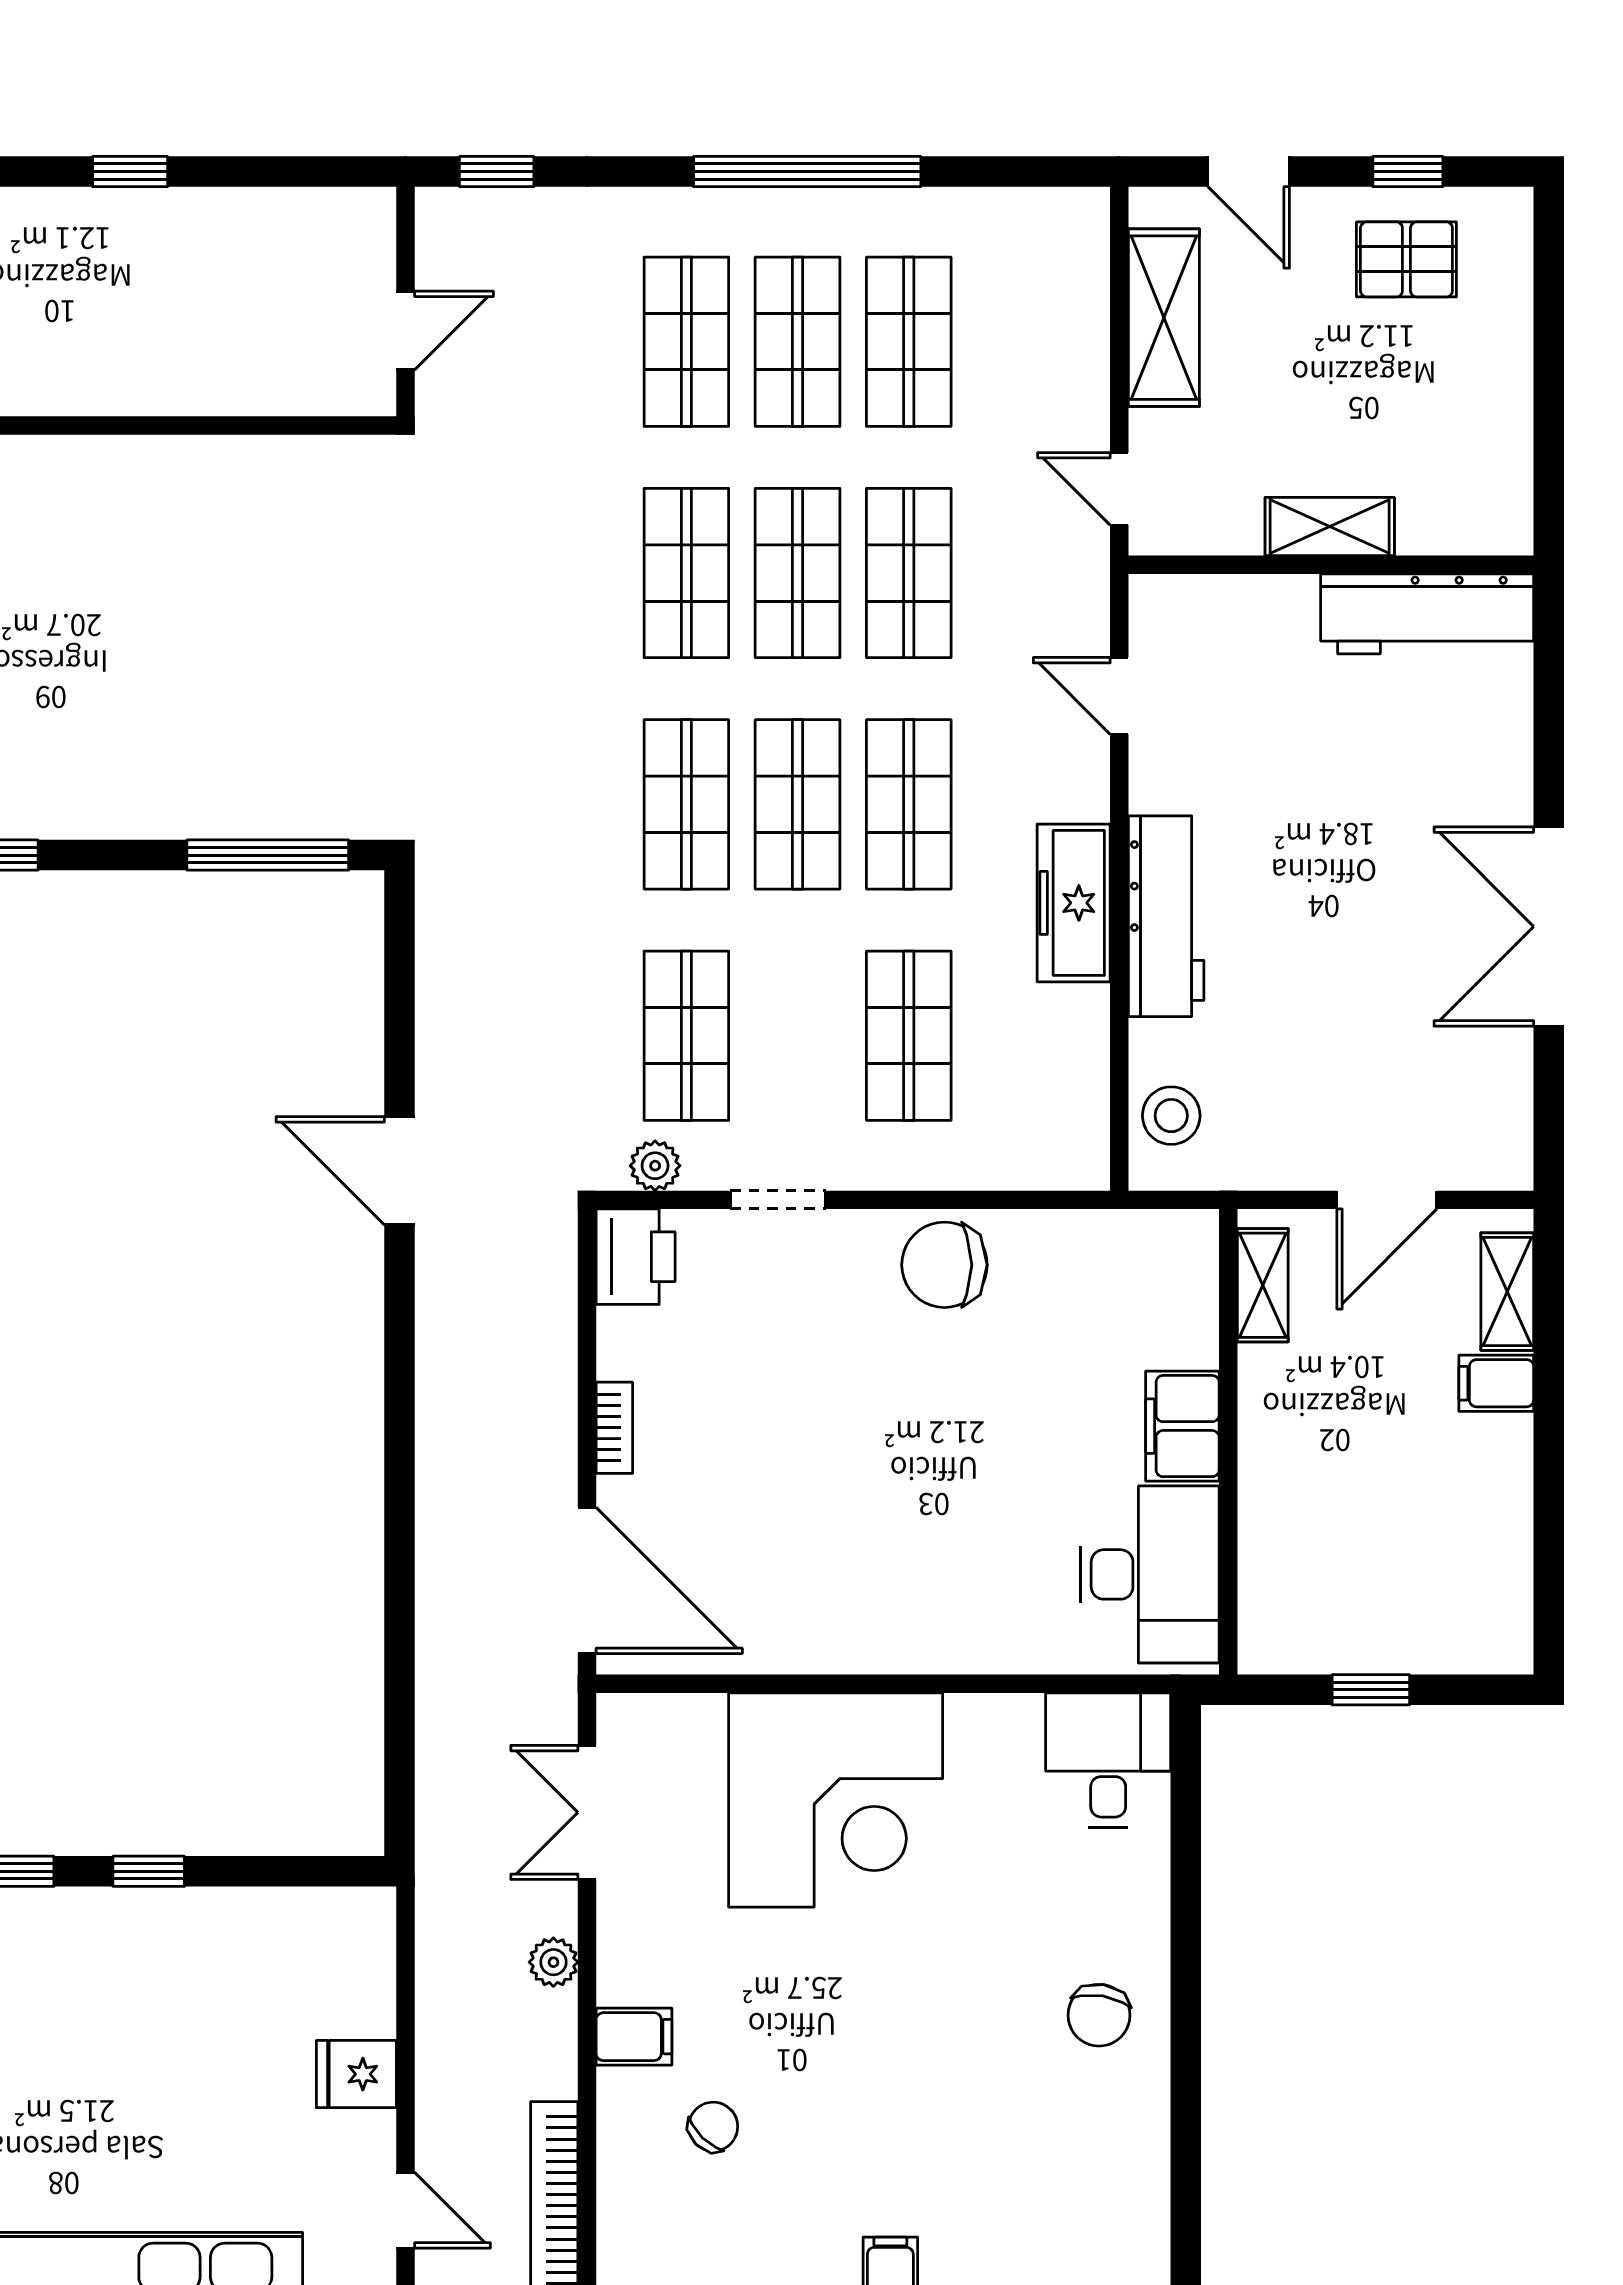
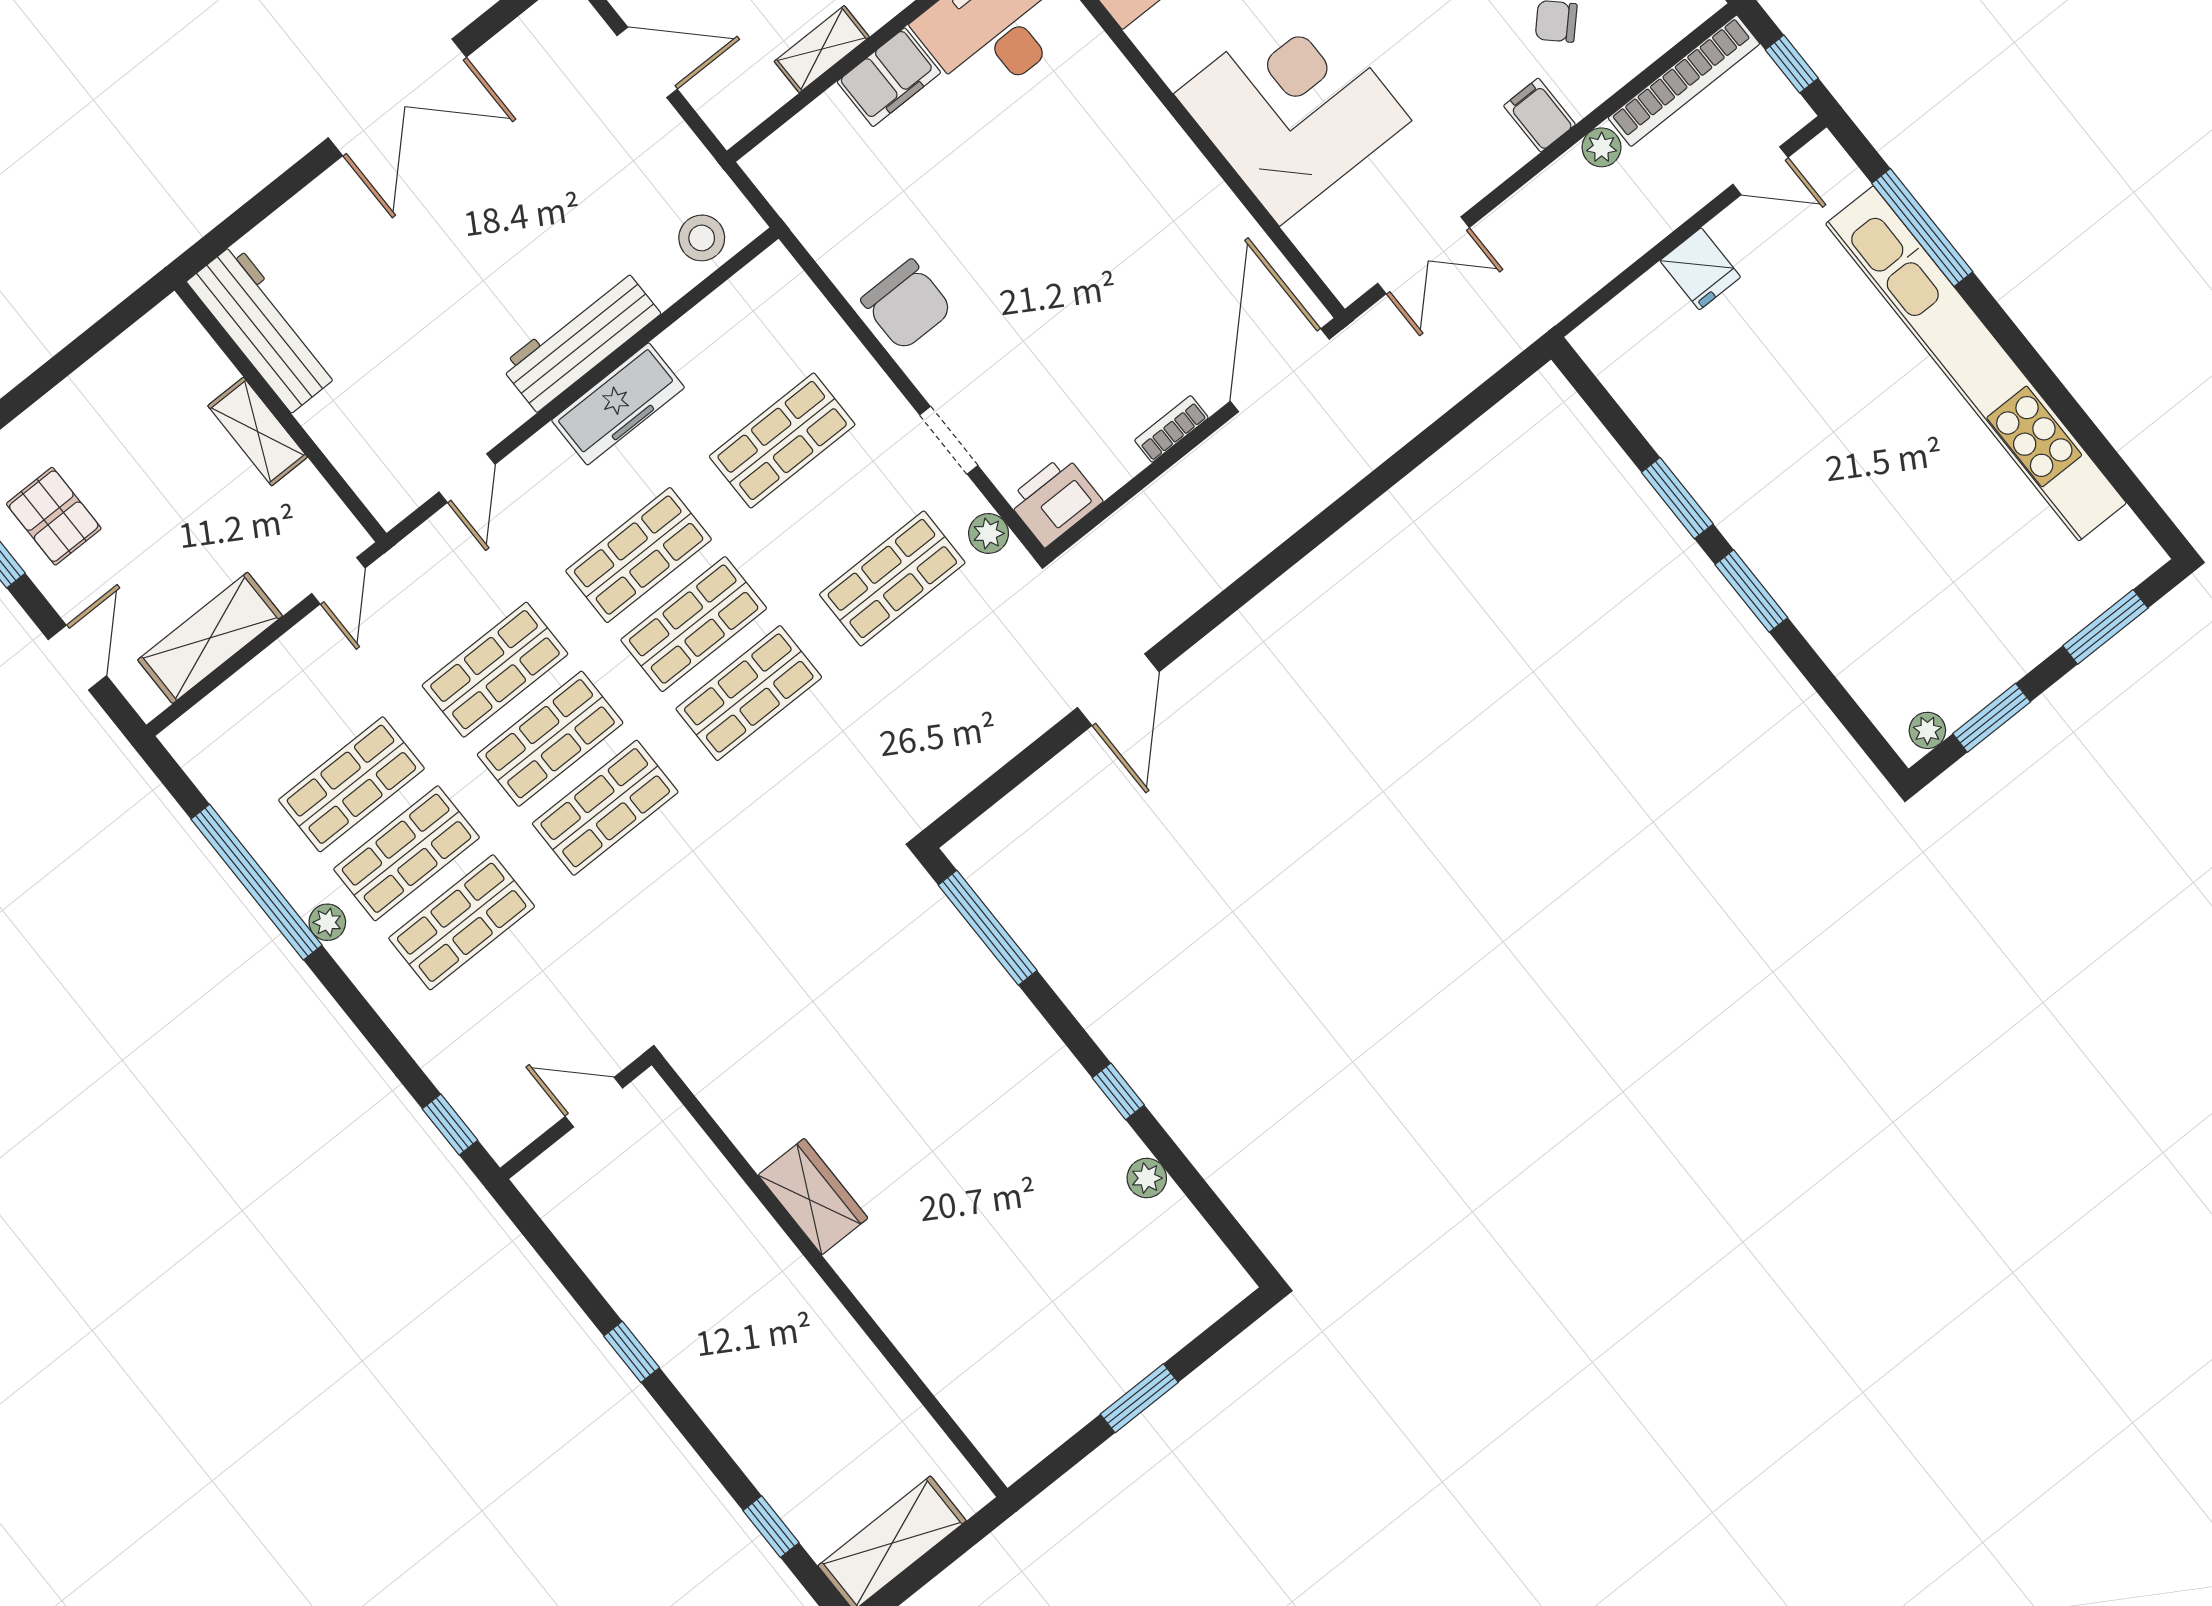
window: (807, 172) -> (257, 882), moved
plant: (792, 210) -> (327, 922), added
wardrobe: (140, 472) -> (813, 1197), added
shelving: (1263, 1285) -> (822, 49), moved
window: (149, 1871) -> (1677, 498), width x1.50
plant: (553, 1962) -> (1602, 147), moved
door: (406, 2210) -> (1760, 171), swing flipped

